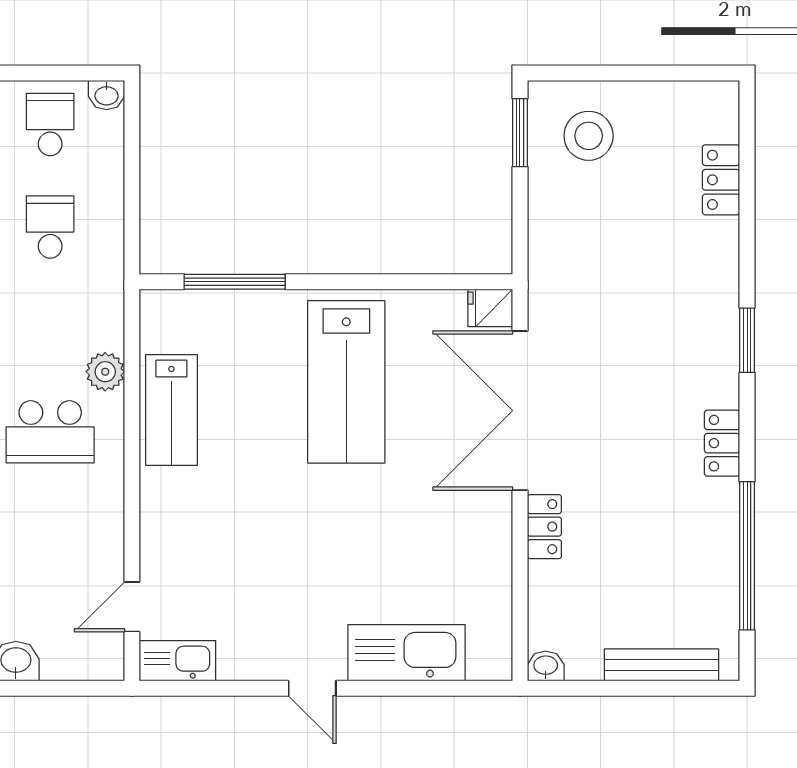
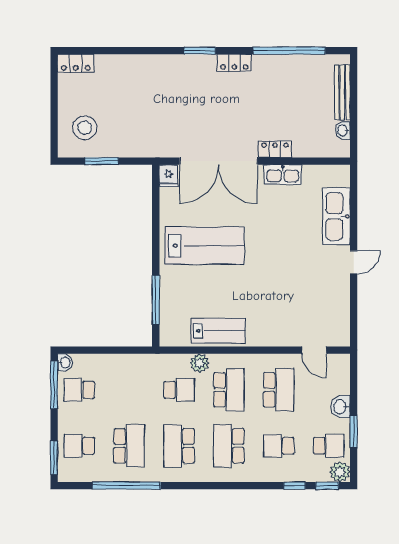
window: (61, 73) -> (54, 385), added
window: (520, 133) -> (102, 161), moved
locker: (721, 180) -> (76, 63), moved
school desk: (50, 227) -> (179, 390), moved, turned 180
window: (747, 340) -> (200, 51), moved
school desk: (50, 534) -> (279, 390), added
kitchen sink: (177, 661) -> (283, 175), moved, turned -90
washbasin: (546, 666) -> (343, 130), moved

